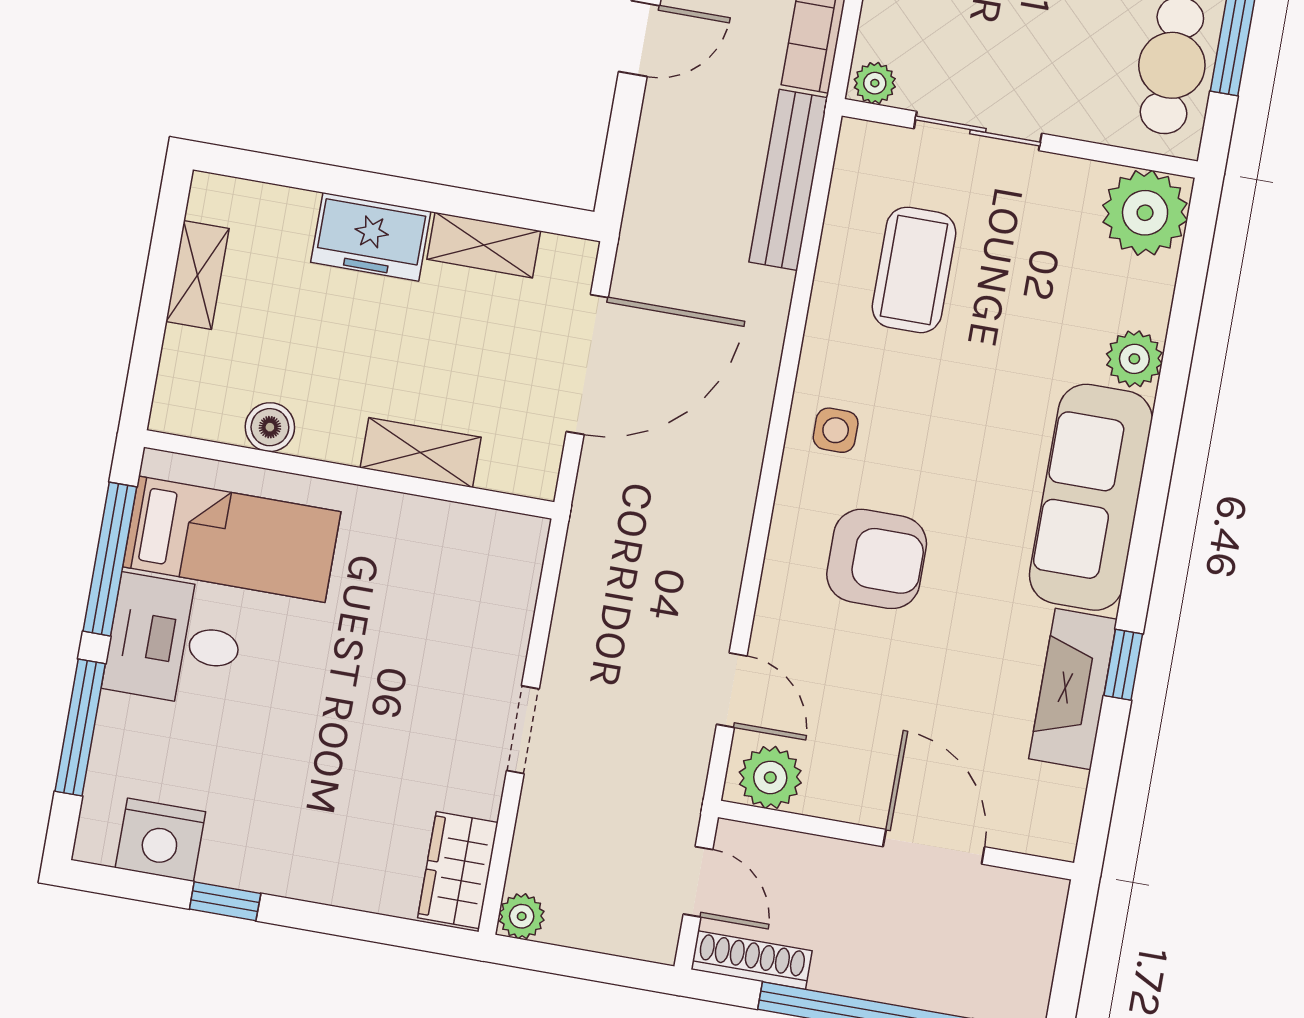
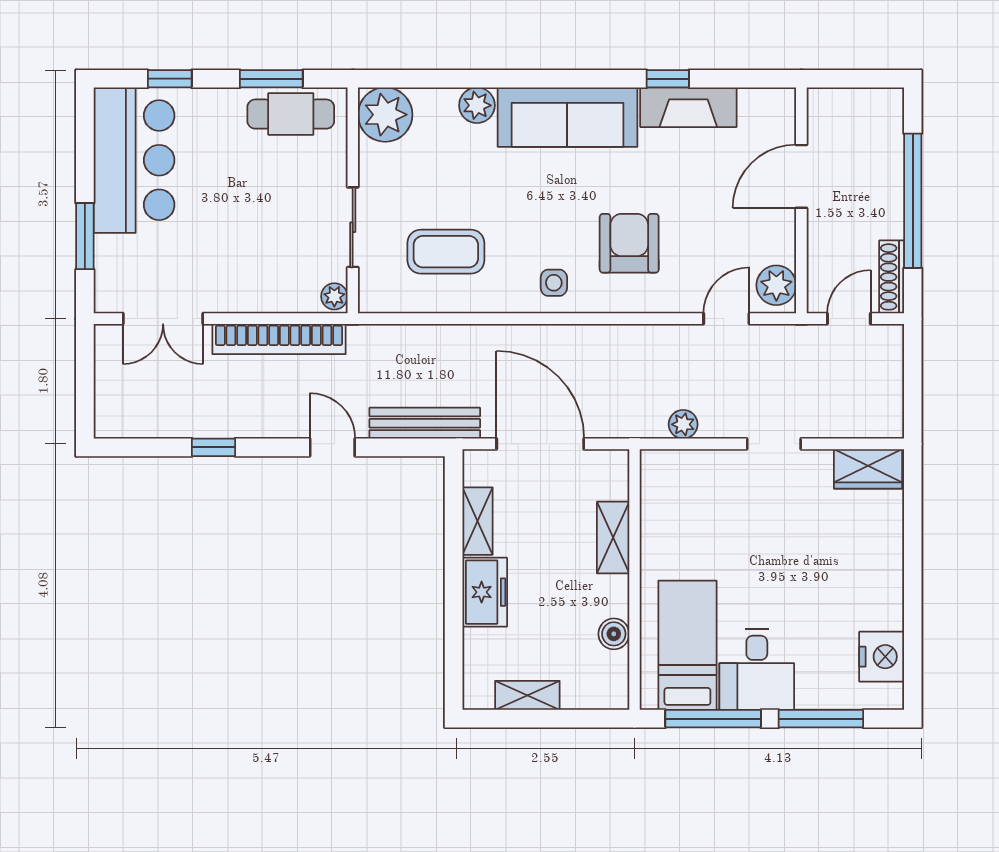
bench: (788, 180) -> (425, 423), moved
window: (225, 901) -> (913, 610), removed
plant: (522, 916) -> (683, 424), moved

